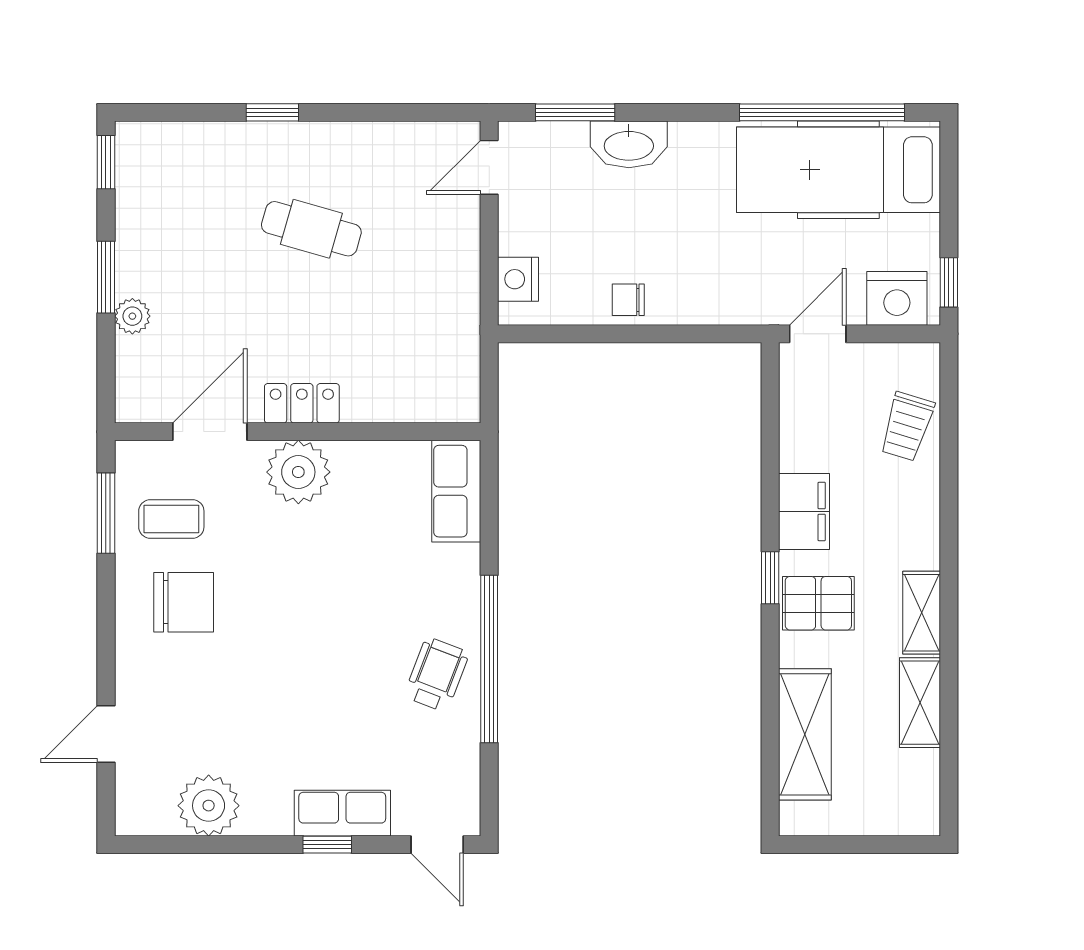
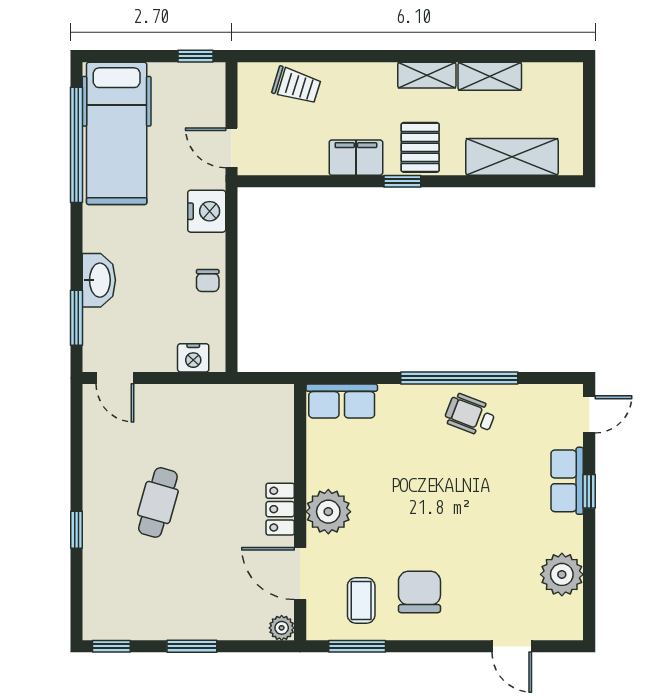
nightstand: (897, 298) -> (207, 211), moved
plant: (132, 316) -> (282, 628), moved

